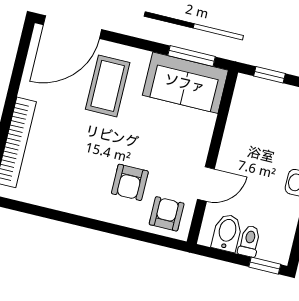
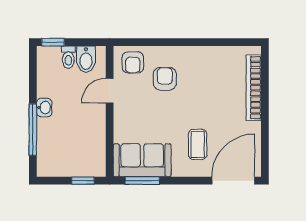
coffee table: (108, 86) -> (198, 144), width x0.73, depth x0.77

